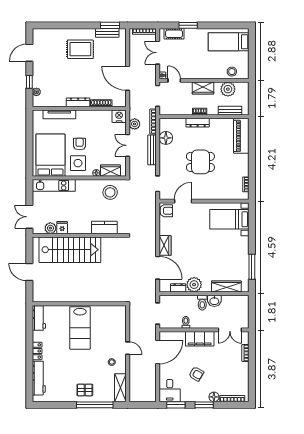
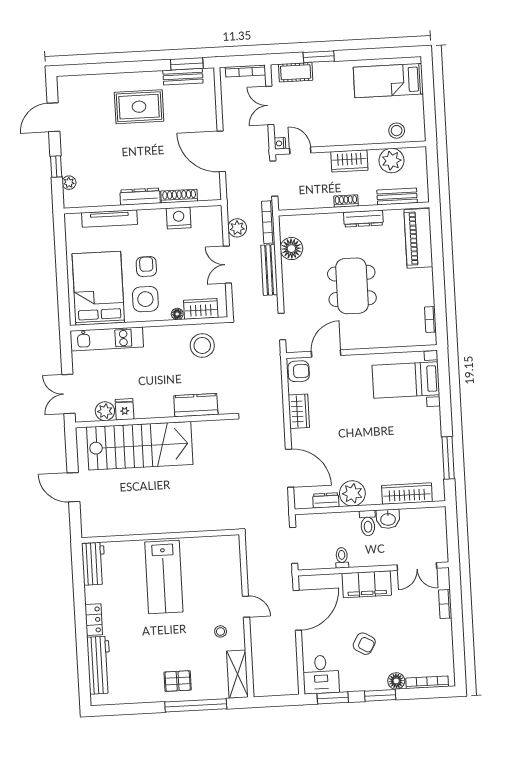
nightstand: (119, 116) -> (179, 218), moved
dresser: (198, 123) -> (363, 219), moved
dining table: (200, 162) -> (352, 286), width x1.38
wardrobe: (165, 245) -> (299, 411), moved

